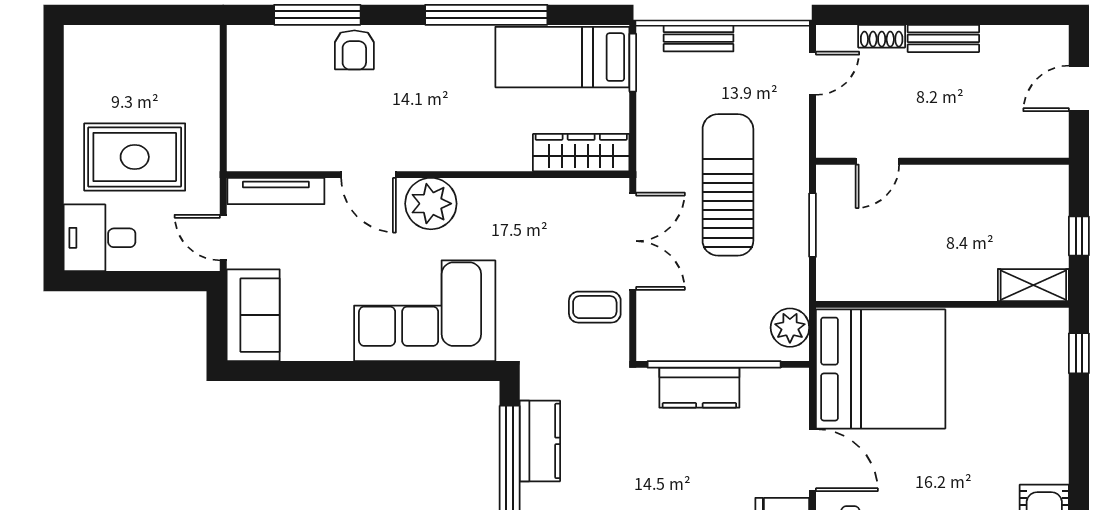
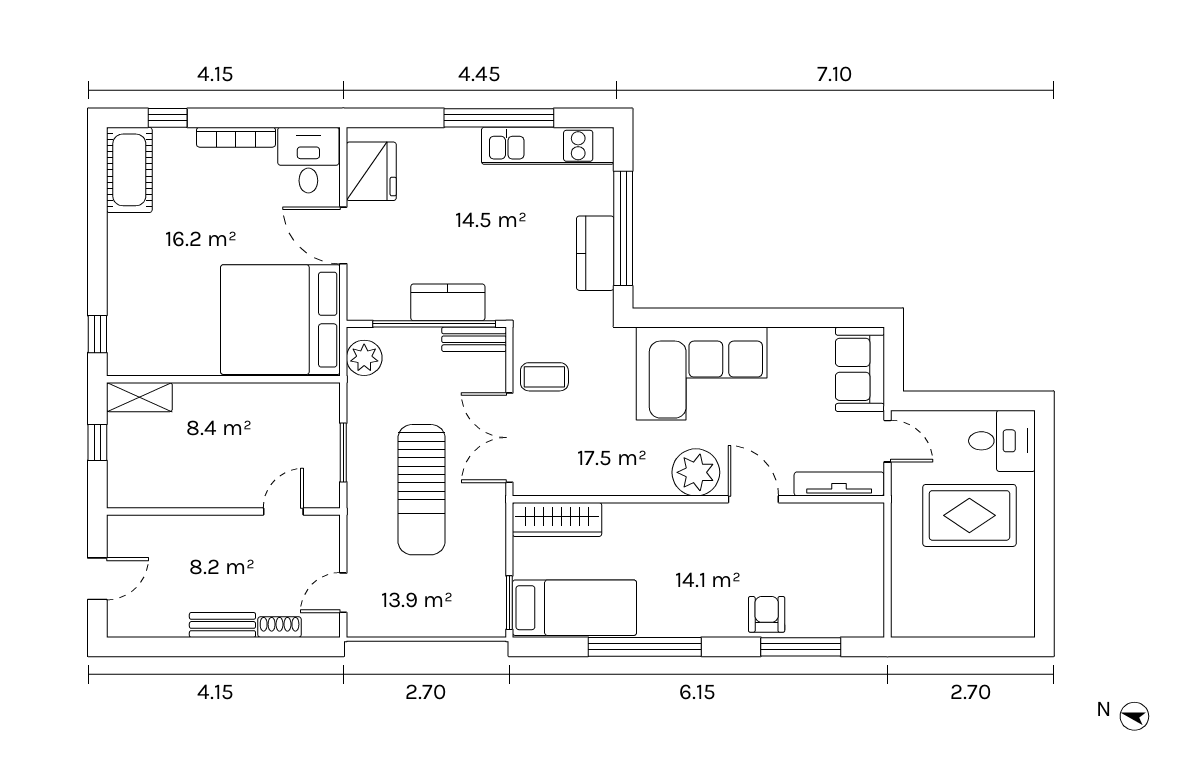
bench: (699, 38) -> (474, 339), moved

